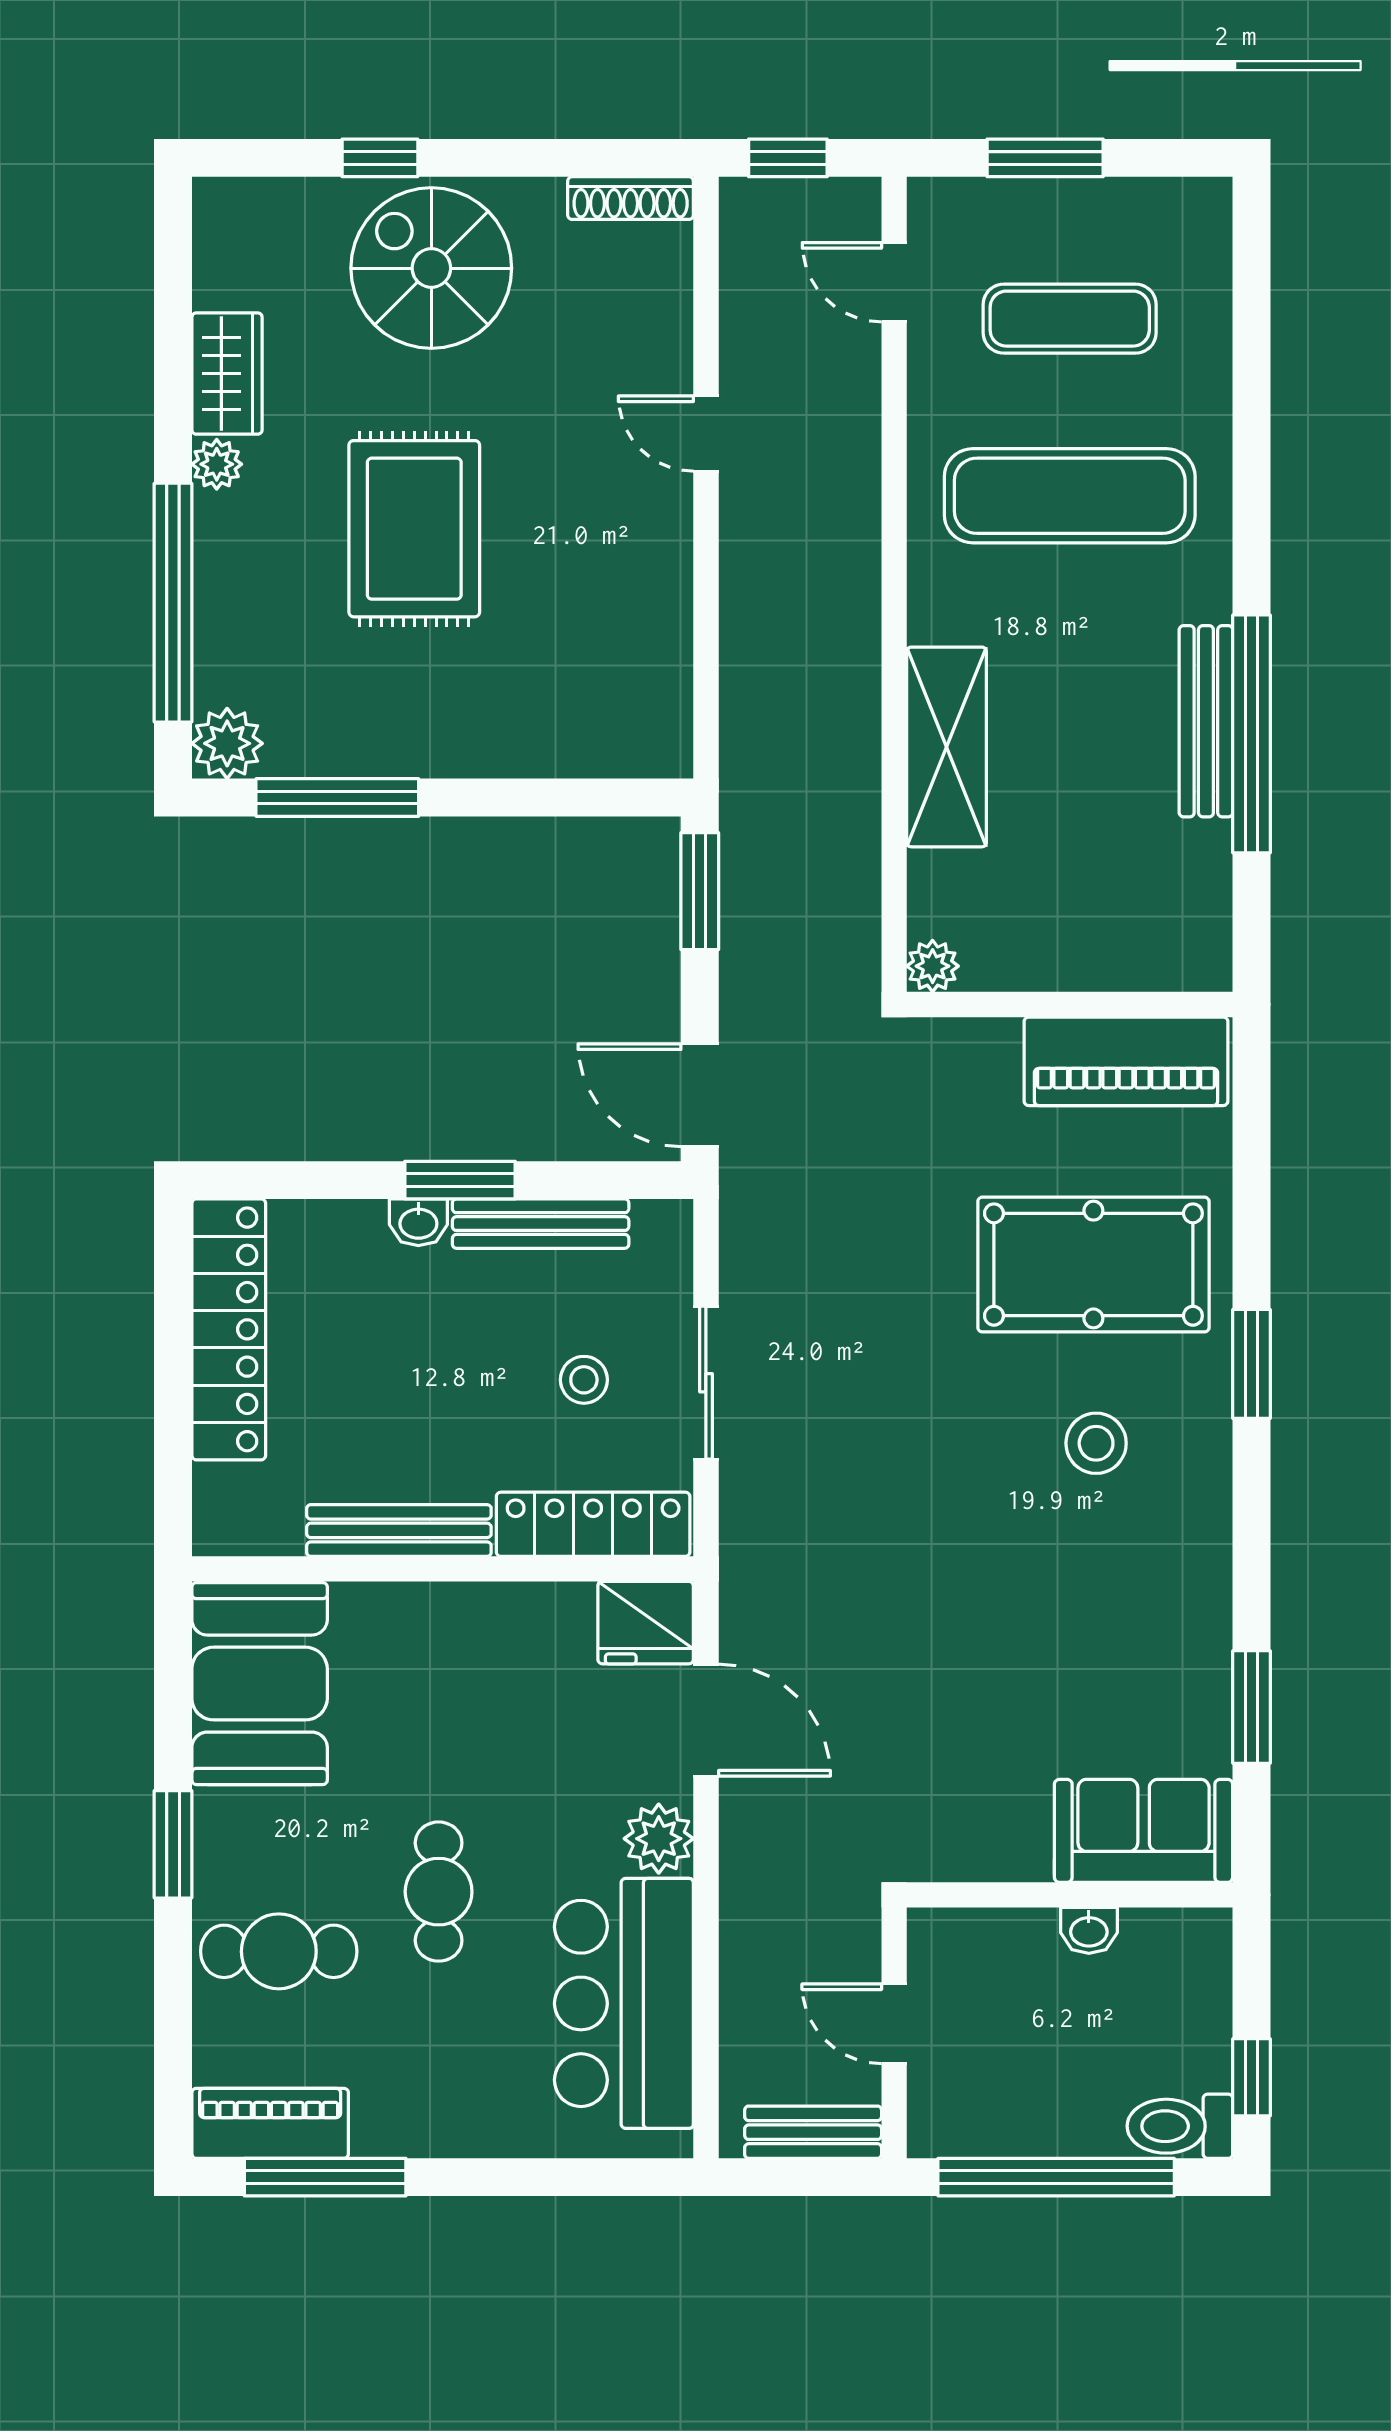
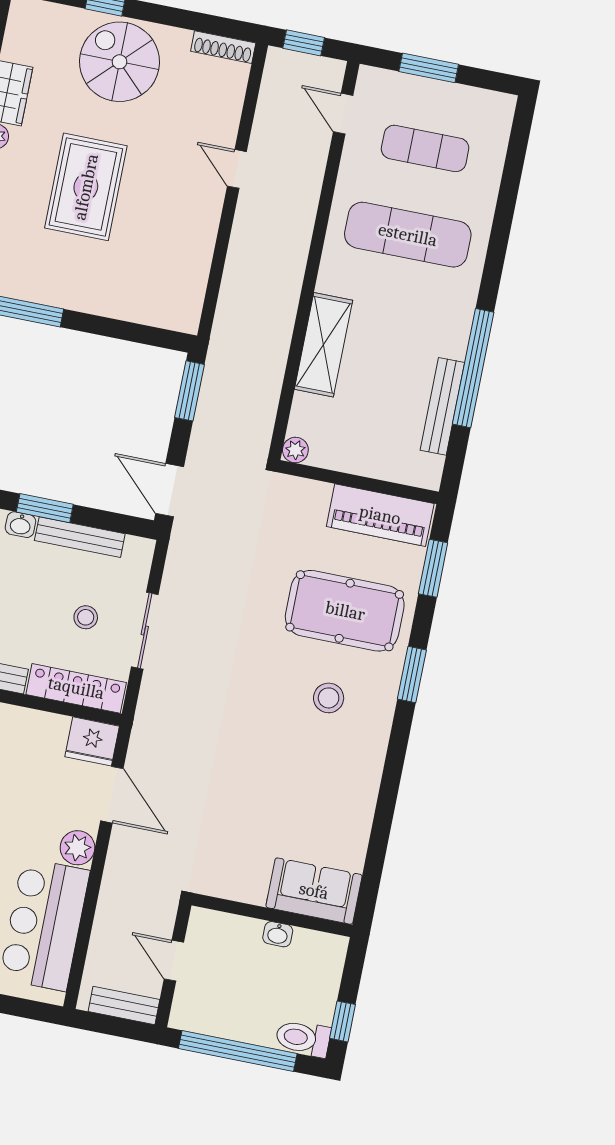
bench: (1206, 721) -> (442, 406), moved
window: (1252, 1707) -> (433, 568), moved

